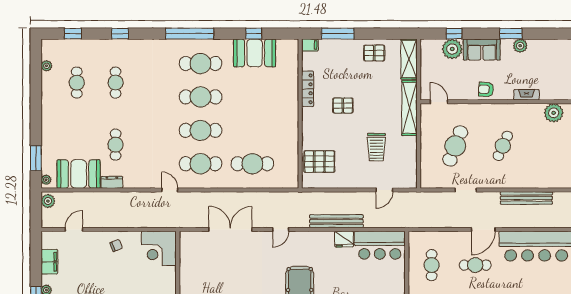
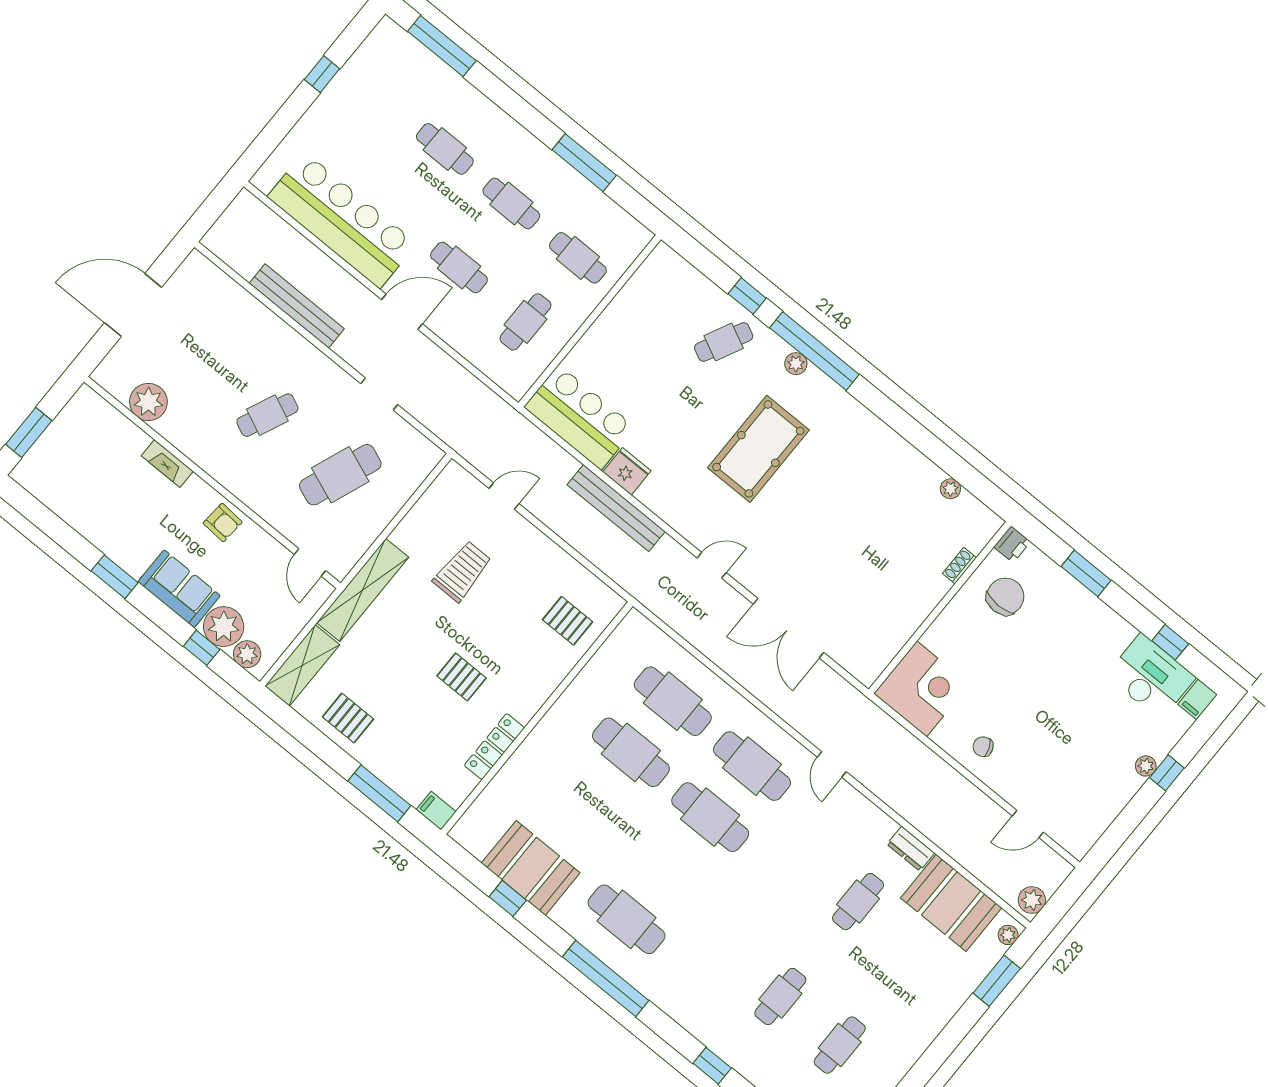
plant: (520, 46) -> (247, 654), moved
cafe table: (201, 97) -> (631, 752), moved
pallet: (319, 162) -> (568, 621), width x0.67, depth x0.71
filing cabinet: (49, 262) -> (1106, 805), removed

